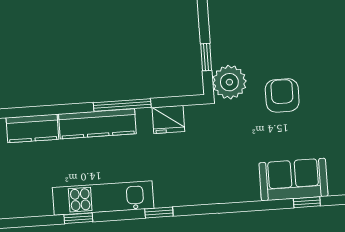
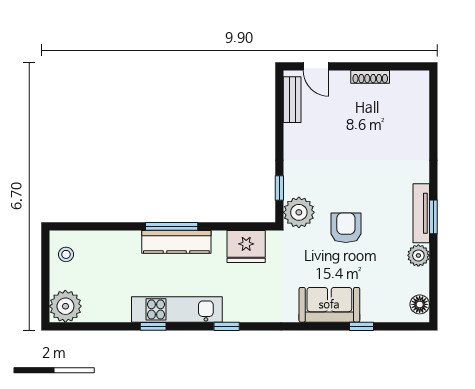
window: (122, 105) -> (172, 226), moved
fridge: (168, 119) -> (246, 246), width x1.36, depth x1.34
kitchen counter: (32, 128) -> (117, 242), removed
sofa: (293, 180) -> (329, 305), moved

